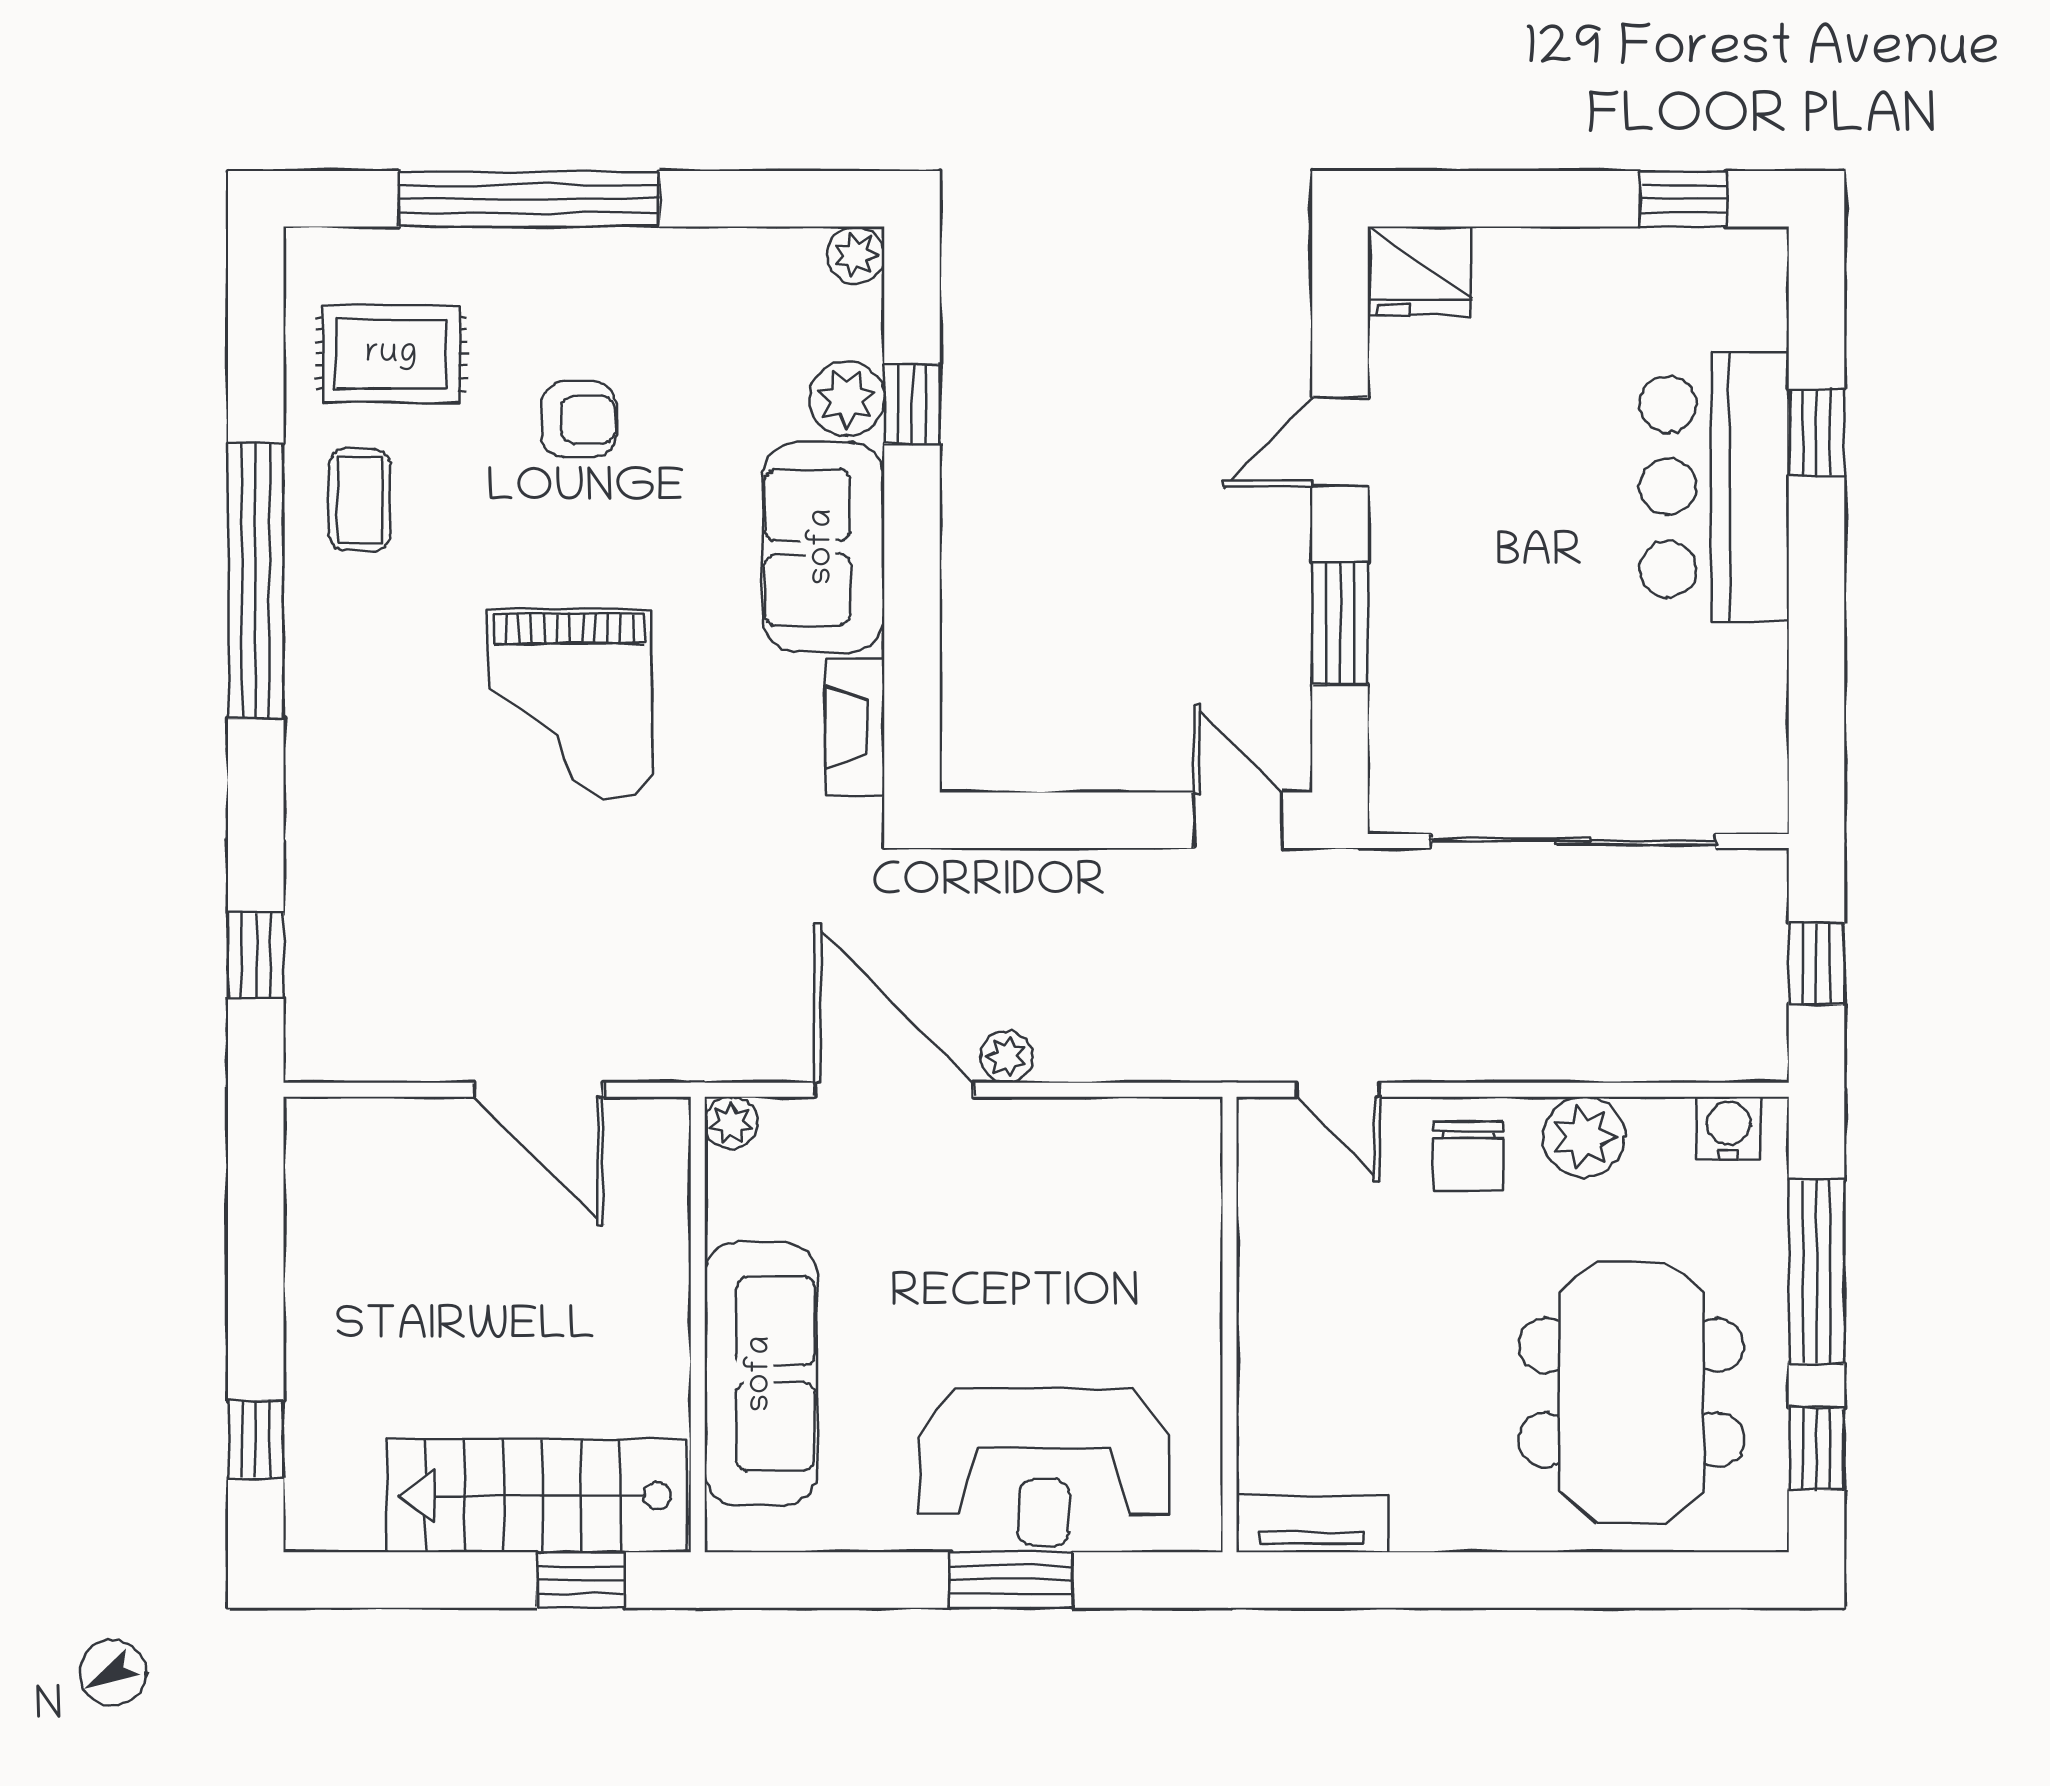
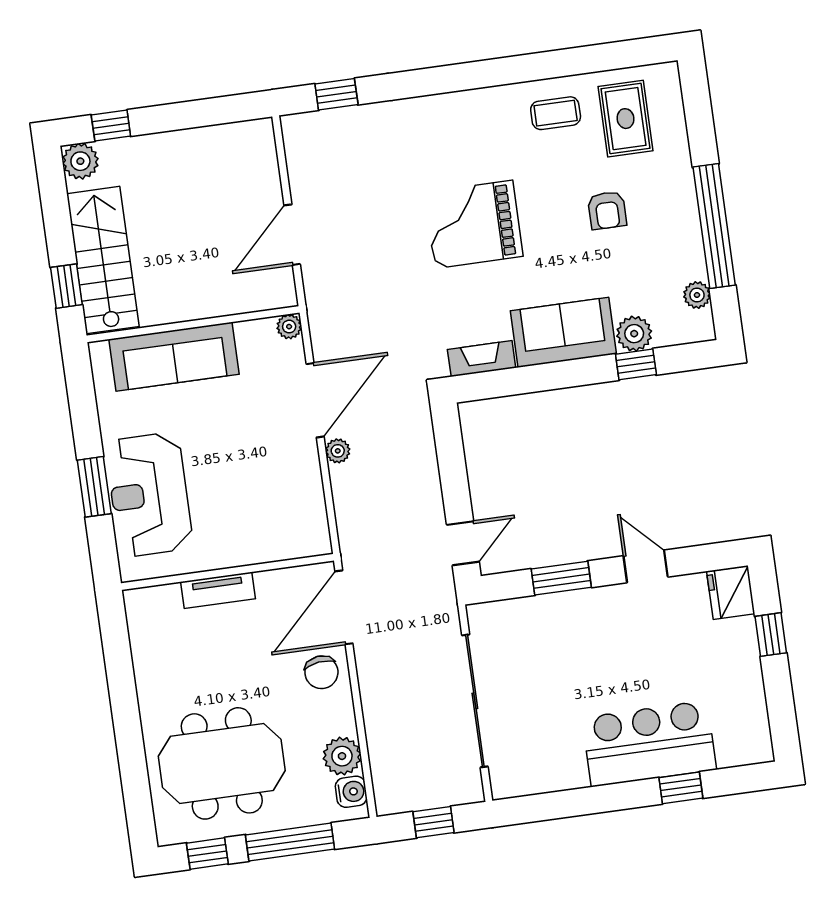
window: (529, 199) -> (714, 226), moved
window: (1683, 199) -> (771, 635), moved
plant: (856, 255) -> (697, 295), moved
window: (256, 581) -> (511, 70), removed
door: (1338, 1090) -> (344, 607), width x1.87
plant: (1584, 1137) -> (342, 756), moved
chair: (1468, 1156) -> (321, 672), turned -97
plant: (322, 1514) -> (80, 161), added
tv unit: (1312, 1523) -> (218, 590), moved, turned 90

